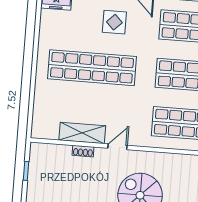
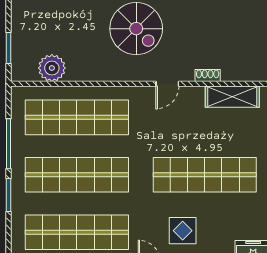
shelving: (82, 133) -> (232, 97), moved

